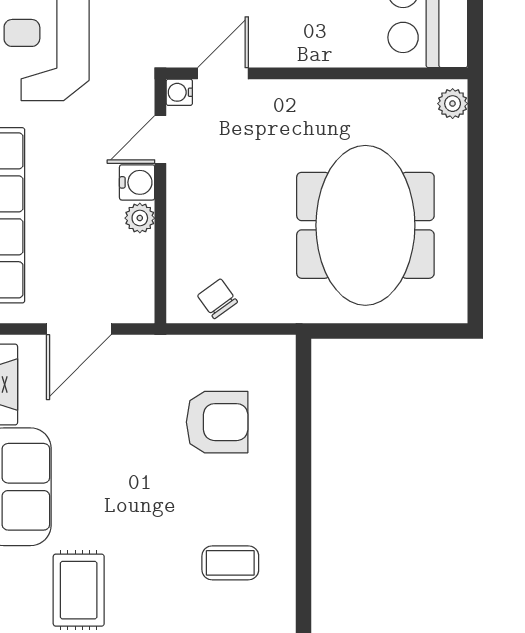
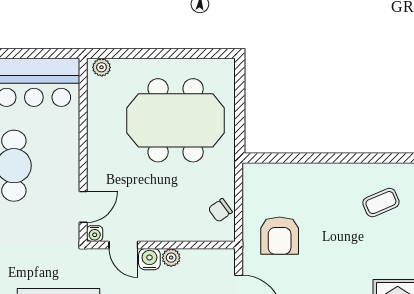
door: (223, 73) -> (83, 207), swing flipped
armchair: (217, 422) -> (280, 236), moved, turned 180
coffee table: (230, 563) -> (381, 203), turned 67

